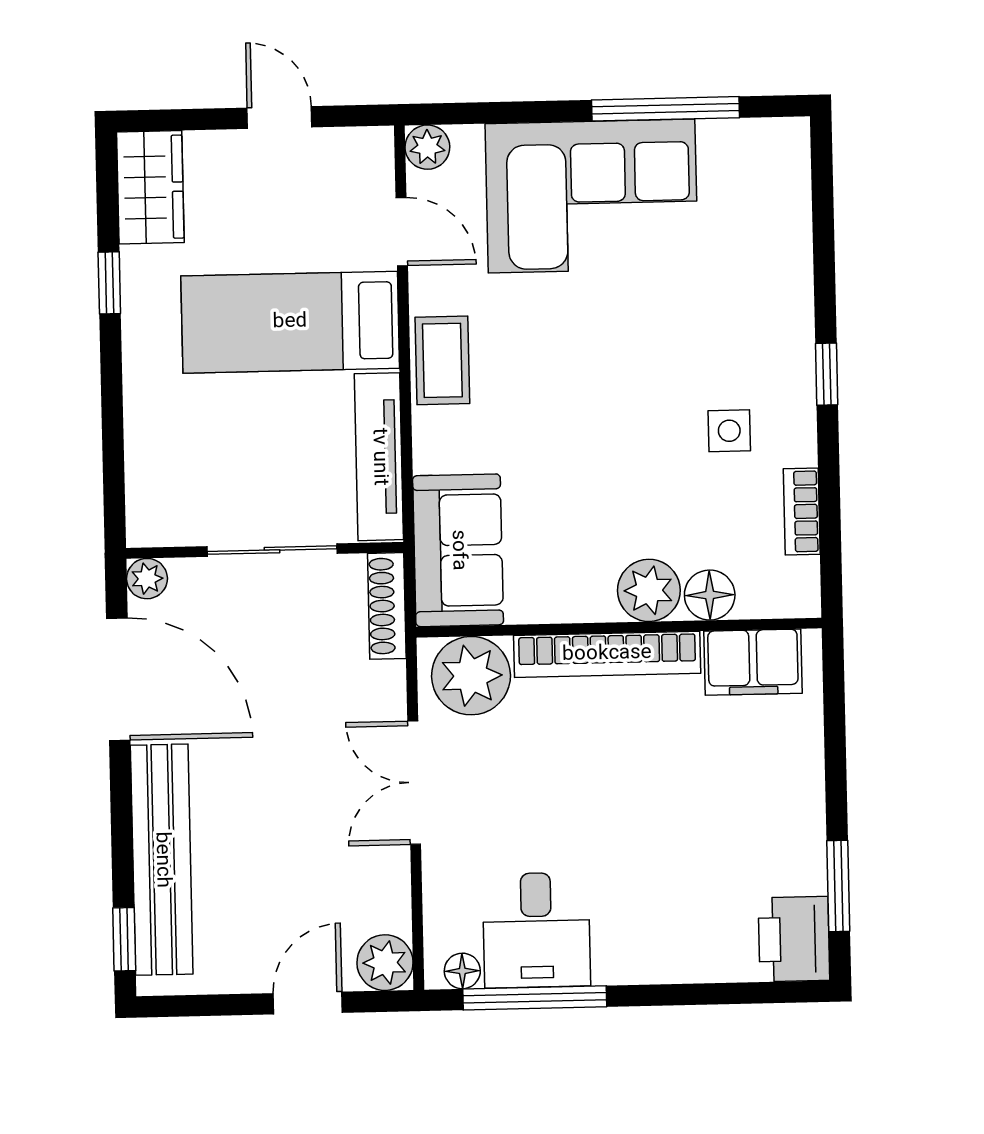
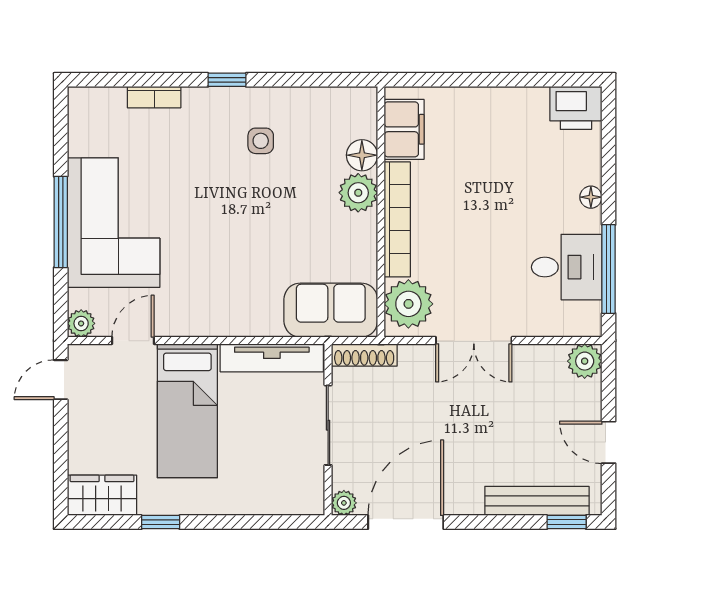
window: (666, 109) -> (61, 222), moved
door: (279, 118) -> (61, 380), moved
coffee table: (442, 360) -> (213, 317), removed
bookcase: (802, 511) -> (154, 97), moved
bench: (162, 860) -> (537, 501), width x0.73, depth x0.82
window: (838, 886) -> (544, 80), removed
floor lamp: (462, 971) -> (591, 197), moved
door: (308, 1003) -> (609, 442), moved

